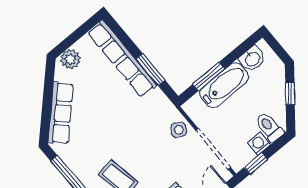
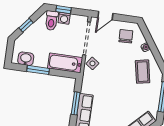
window: (209, 77) -> (38, 70), moved
bathtub: (224, 85) -> (65, 63), moved
window: (256, 163) -> (63, 10), moved

